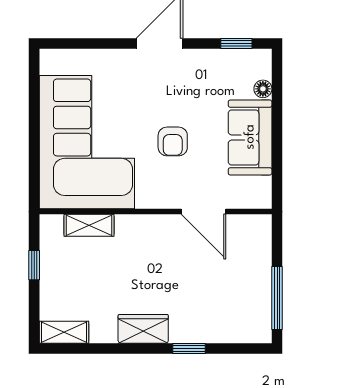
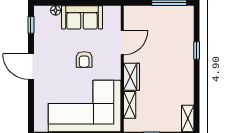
armchair: (173, 141) -> (84, 59), turned 90
wardrobe: (143, 329) -> (131, 77), moved, turned 180

